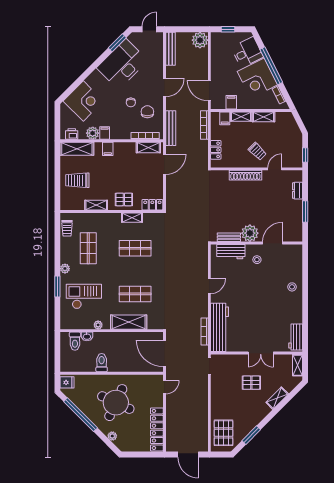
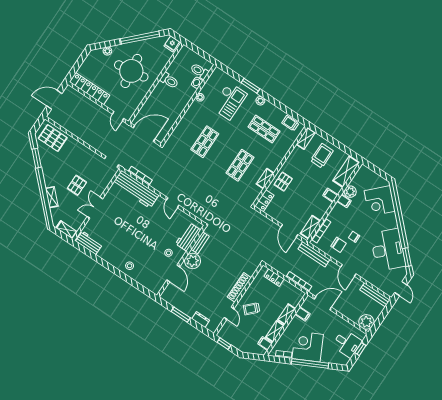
desk: (247, 52) -> (347, 343), moved, turned -63
filing cabinet: (225, 118) -> (265, 343), moved
printer: (72, 134) -> (360, 175), removed
shelving: (96, 205) -> (306, 138), moved
shelving: (129, 322) -> (187, 122), removed
round table: (116, 403) -> (131, 71), turned -33

